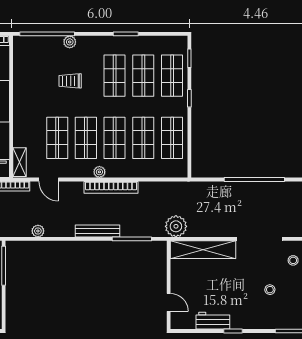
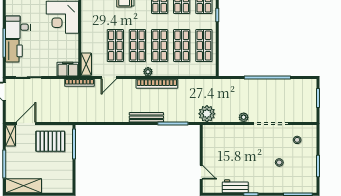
door: (49, 180) -> (109, 78), hinge flipped
plant: (38, 231) -> (244, 117), moved
shelving: (203, 250) -> (228, 132), removed

